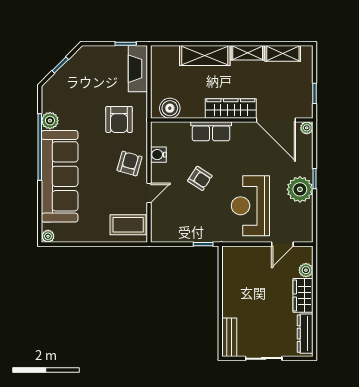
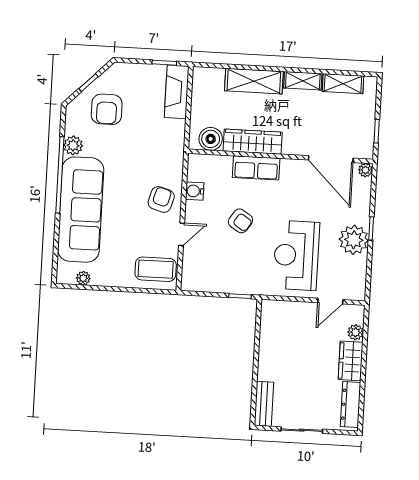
wardrobe: (231, 109) -> (253, 142), moved
armchair: (119, 119) -> (107, 109), moved
plant: (48, 236) -> (83, 278), moved

